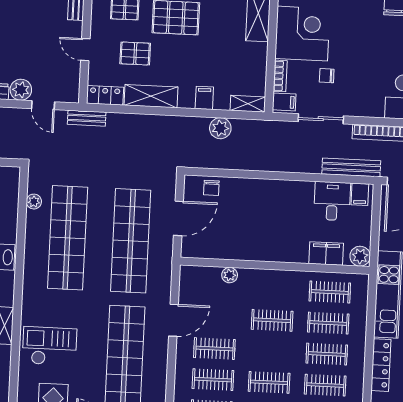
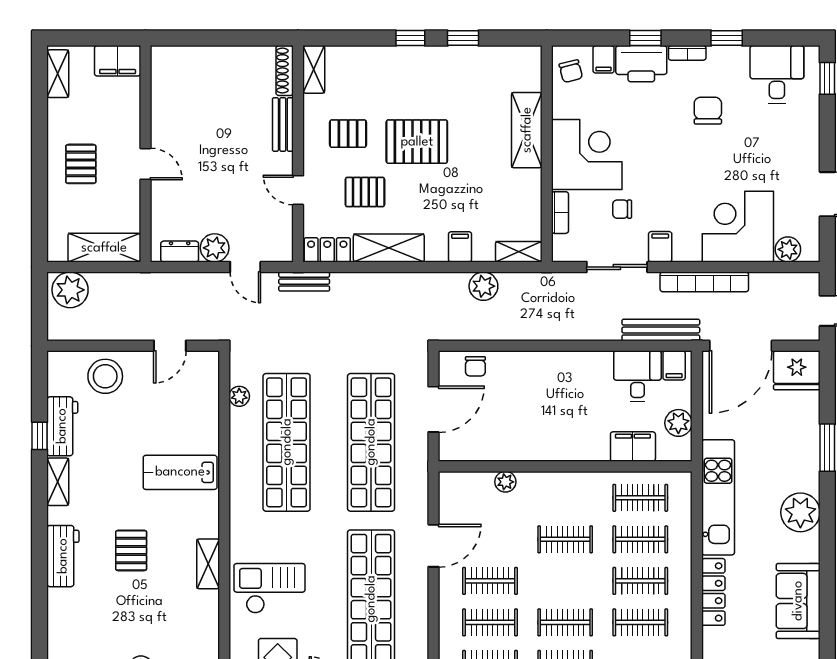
filing cabinet: (284, 102) -> (660, 247), moved, turned -90
plant: (360, 256) -> (678, 423), moved

